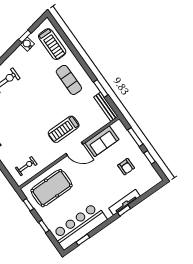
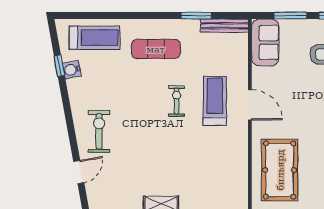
treadmill: (64, 129) -> (215, 101), turned 180
sofa: (102, 141) -> (265, 43), moved
door: (74, 149) -> (250, 105), hinge flipped
exercise bike: (26, 166) -> (177, 101), moved

